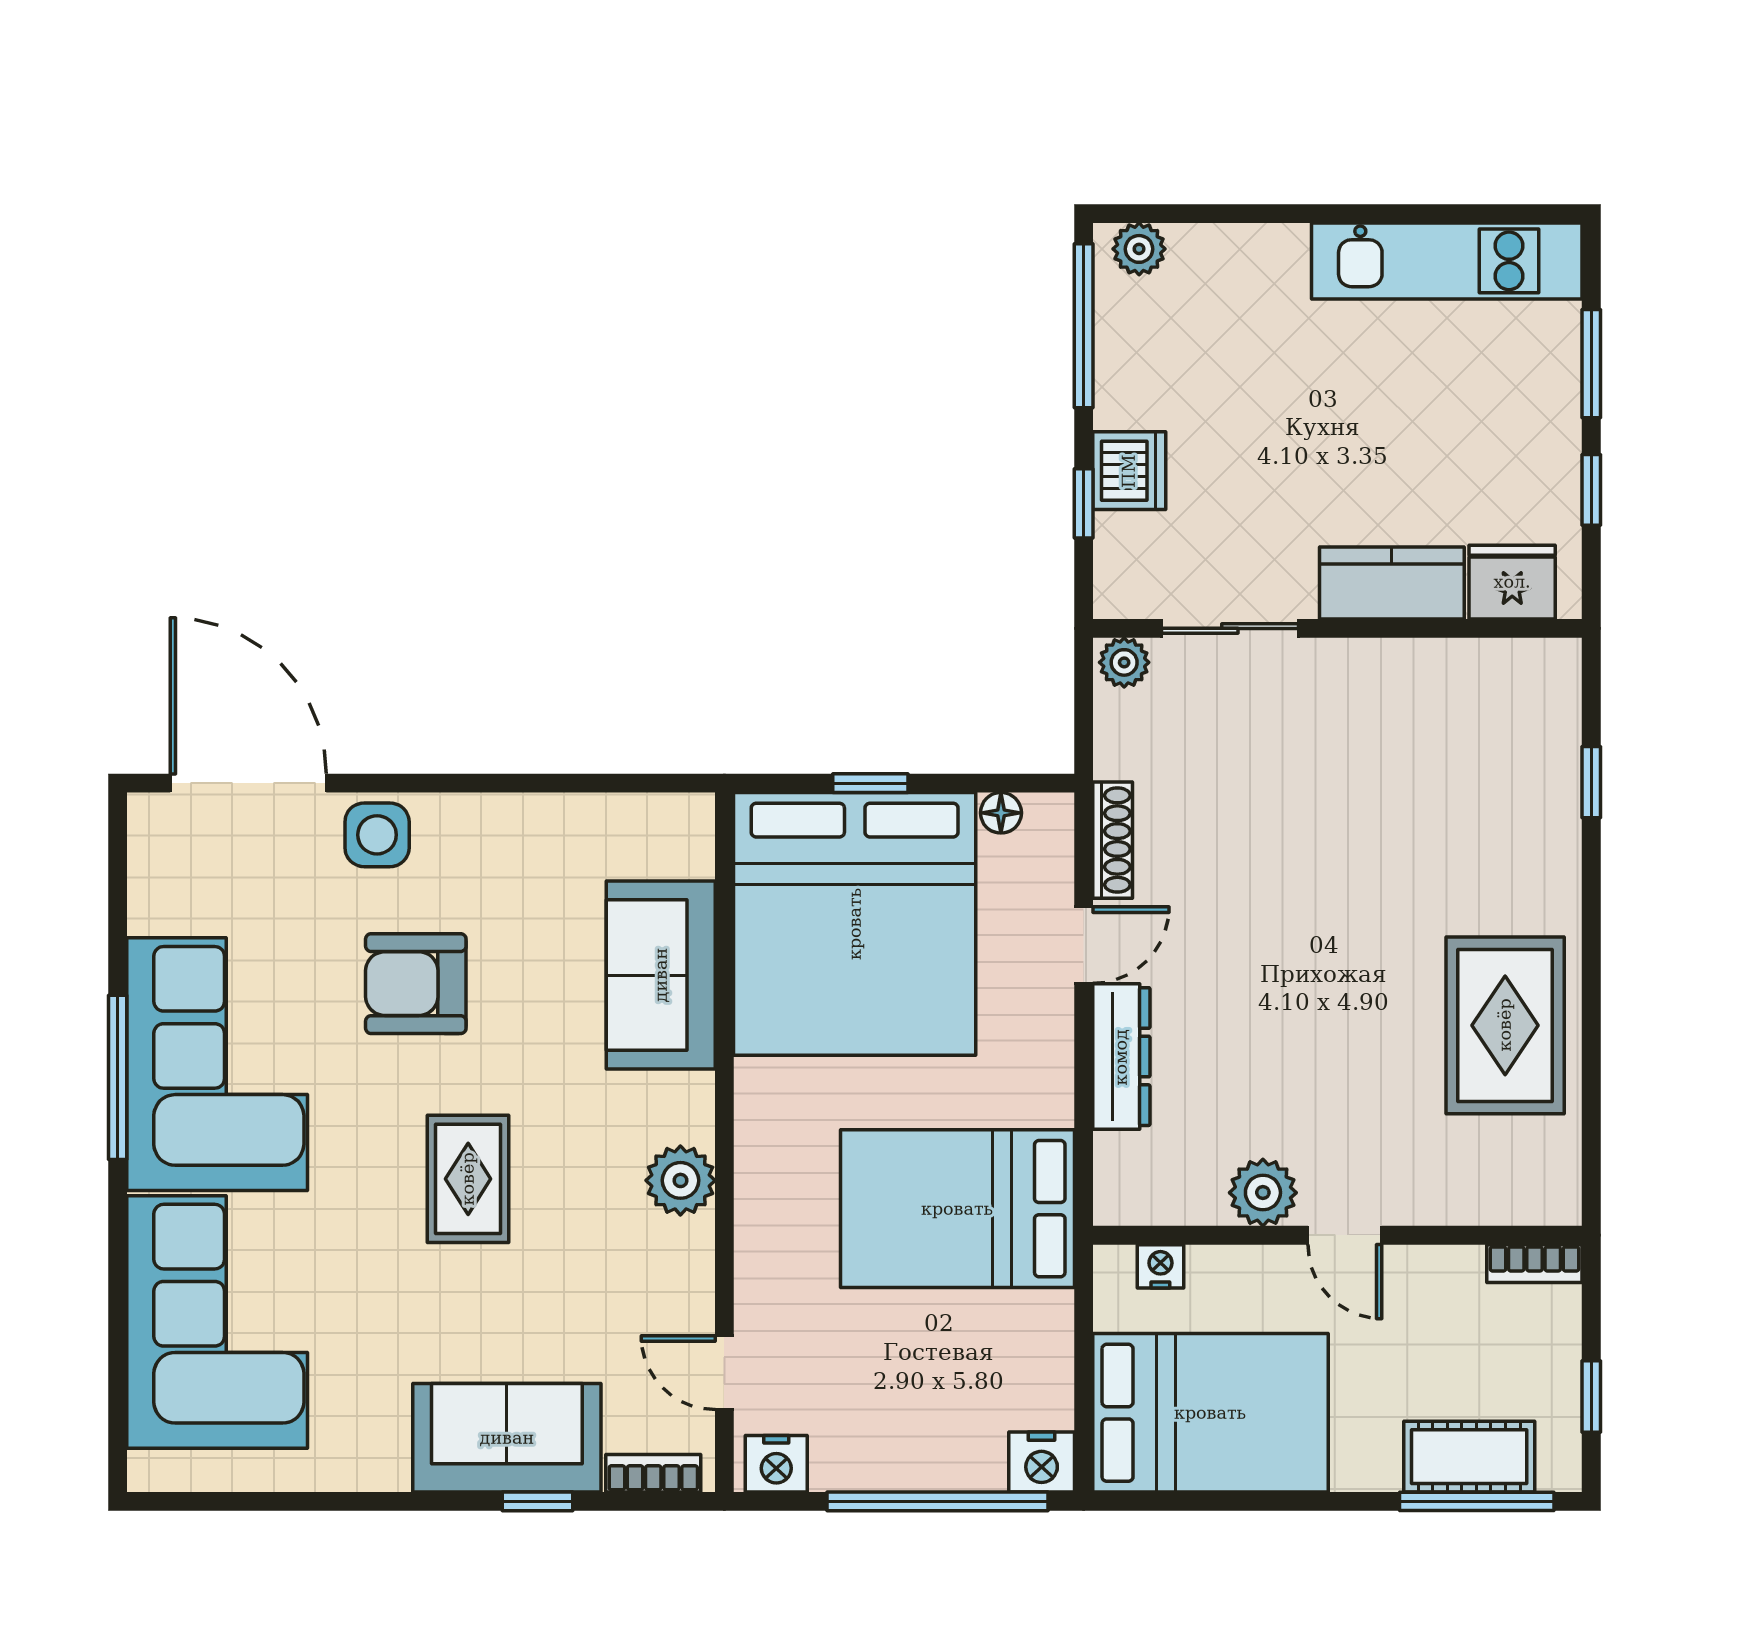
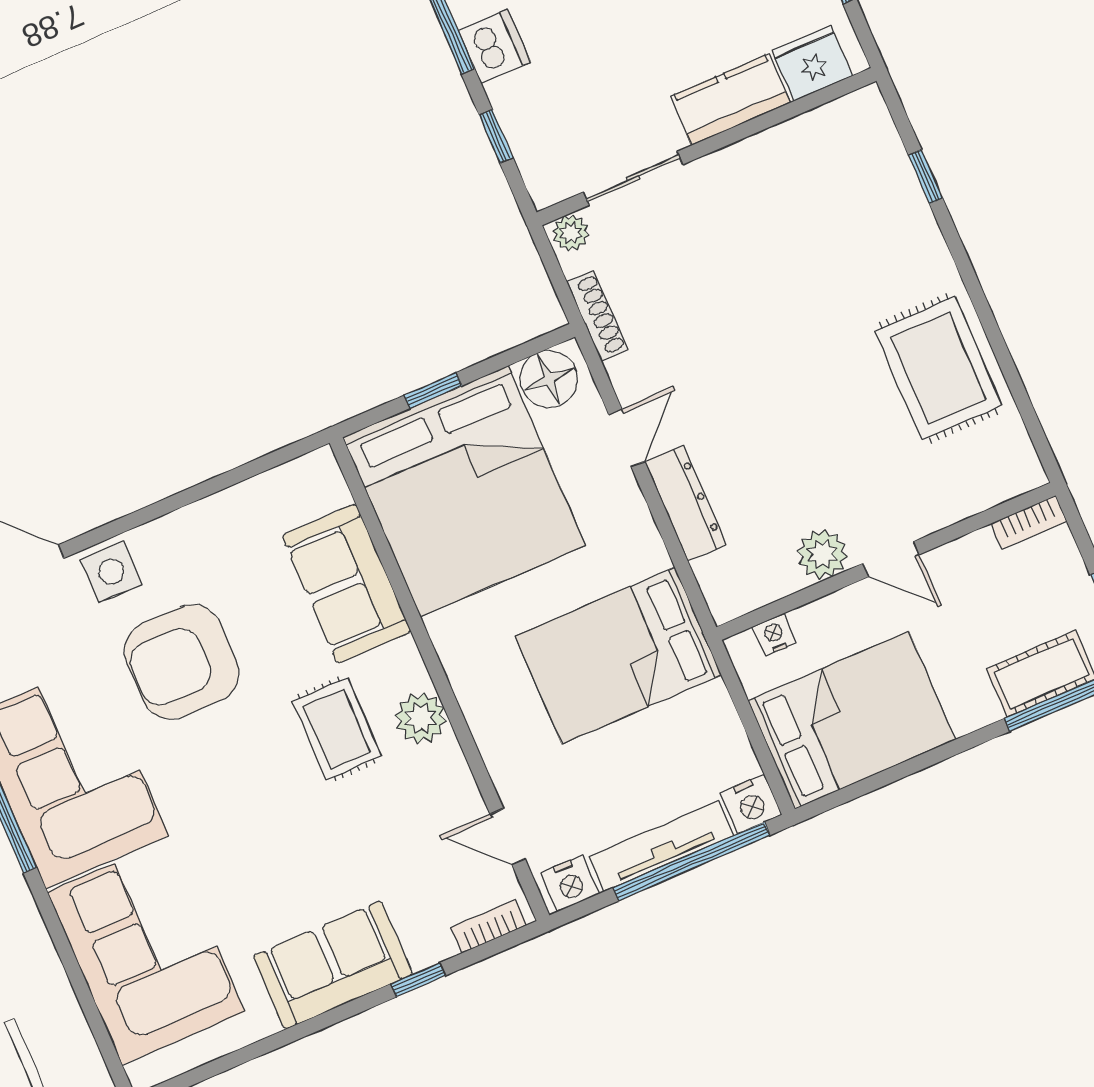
dishwasher: (1129, 471) -> (494, 46), moved
floor lamp: (1001, 813) -> (549, 379), width x1.89, depth x1.89
shoe rack: (1113, 840) -> (597, 316), moved
armchair: (416, 984) -> (182, 662), width x1.36, depth x1.36
rug: (468, 1179) -> (337, 729), moved
sofa: (507, 1438) -> (333, 965), moved
tv unit: (909, 1466) -> (661, 846), added

